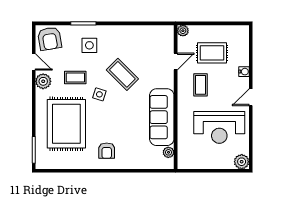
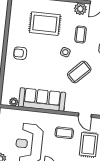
rug: (66, 124) -> (45, 24), width x0.73, depth x0.69

